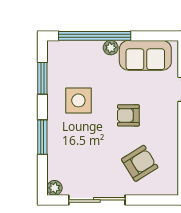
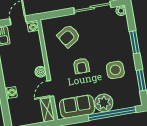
plant: (111, 48) -> (104, 103), width x1.88, depth x1.88
armchair: (128, 115) -> (81, 66), turned 90

